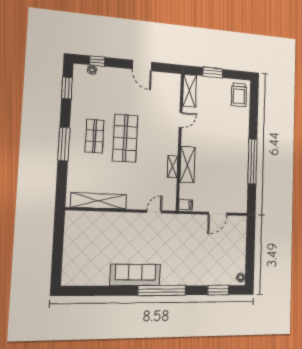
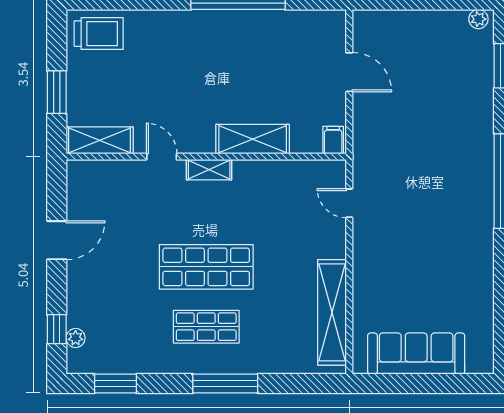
shelving: (173, 166) -> (209, 170), moved
sofa: (135, 275) -> (416, 354), moved, turned 90

